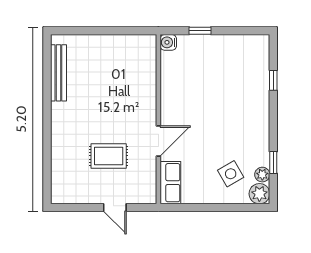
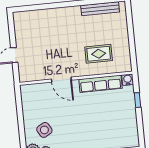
rug: (109, 156) -> (99, 54), moved, turned 90
row of seats: (170, 183) -> (100, 84), moved, width x1.48

